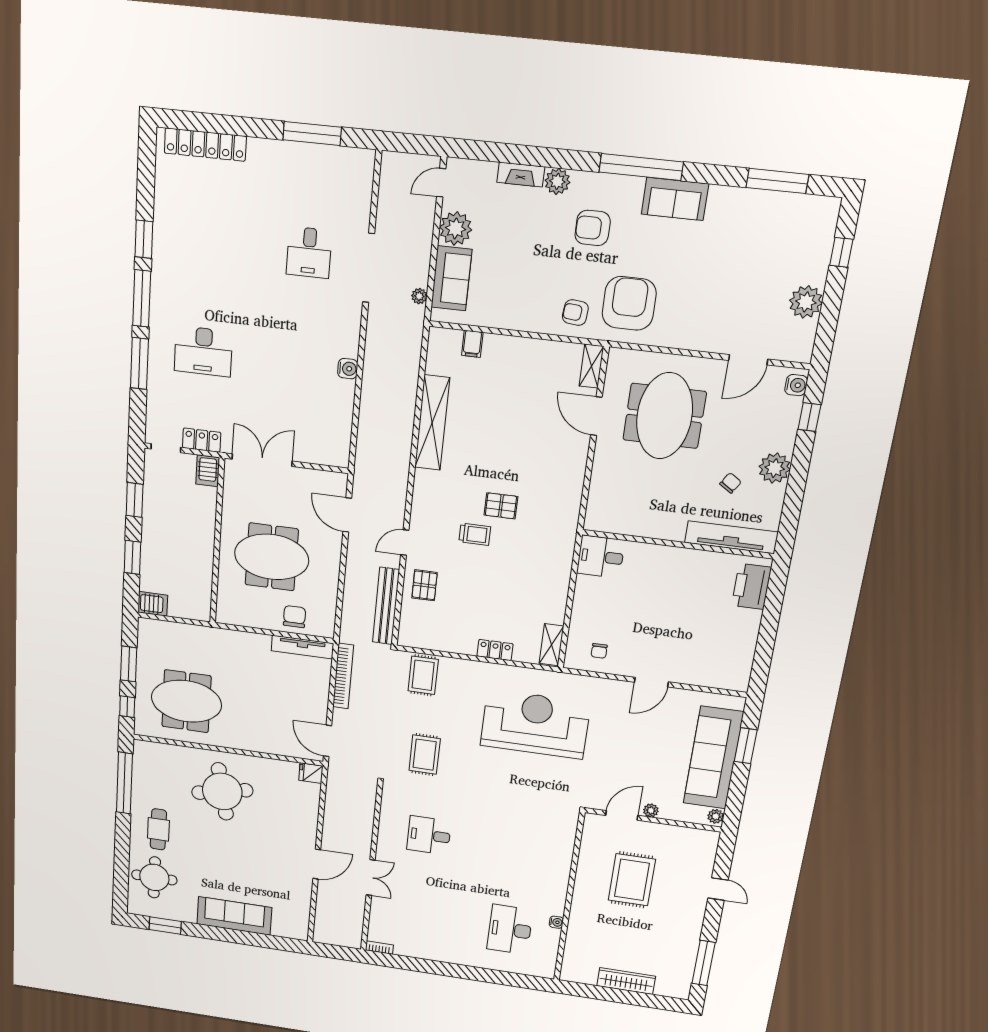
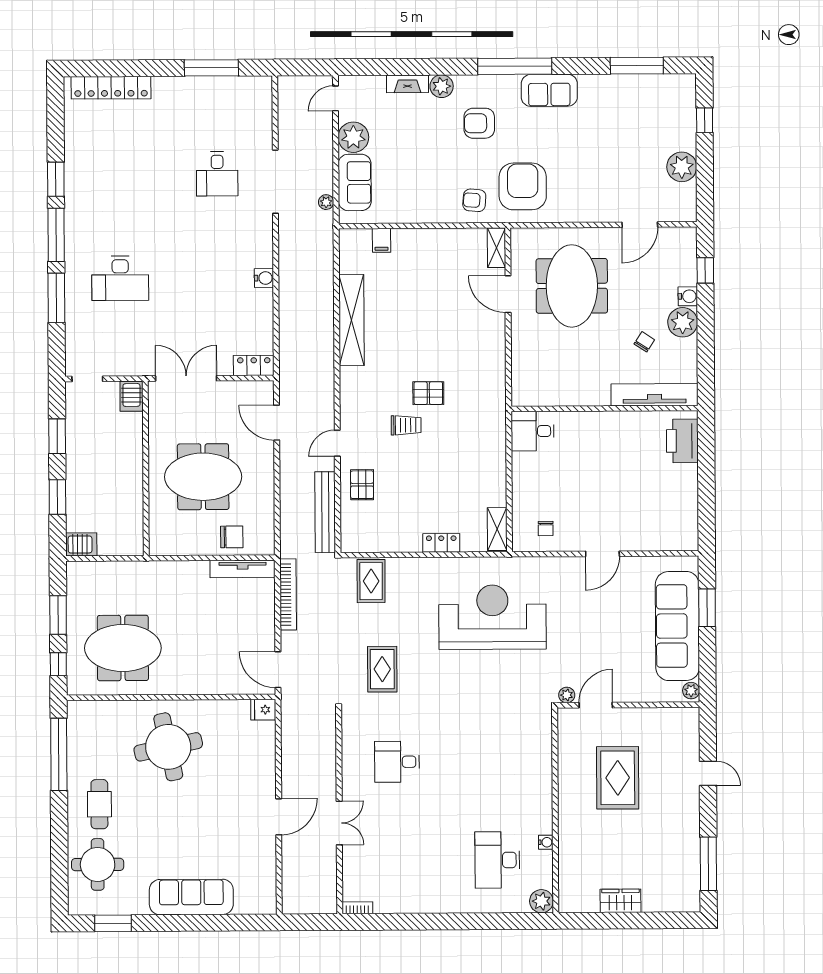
water cooler: (796, 385) -> (688, 296), moved
locker: (202, 440) -> (254, 365), moved
chair: (295, 617) -> (232, 537), turned 90
plant: (651, 810) -> (567, 695), moved
plant: (545, 969) -> (541, 901), added
wardrobe: (626, 981) -> (620, 901), width x0.67

